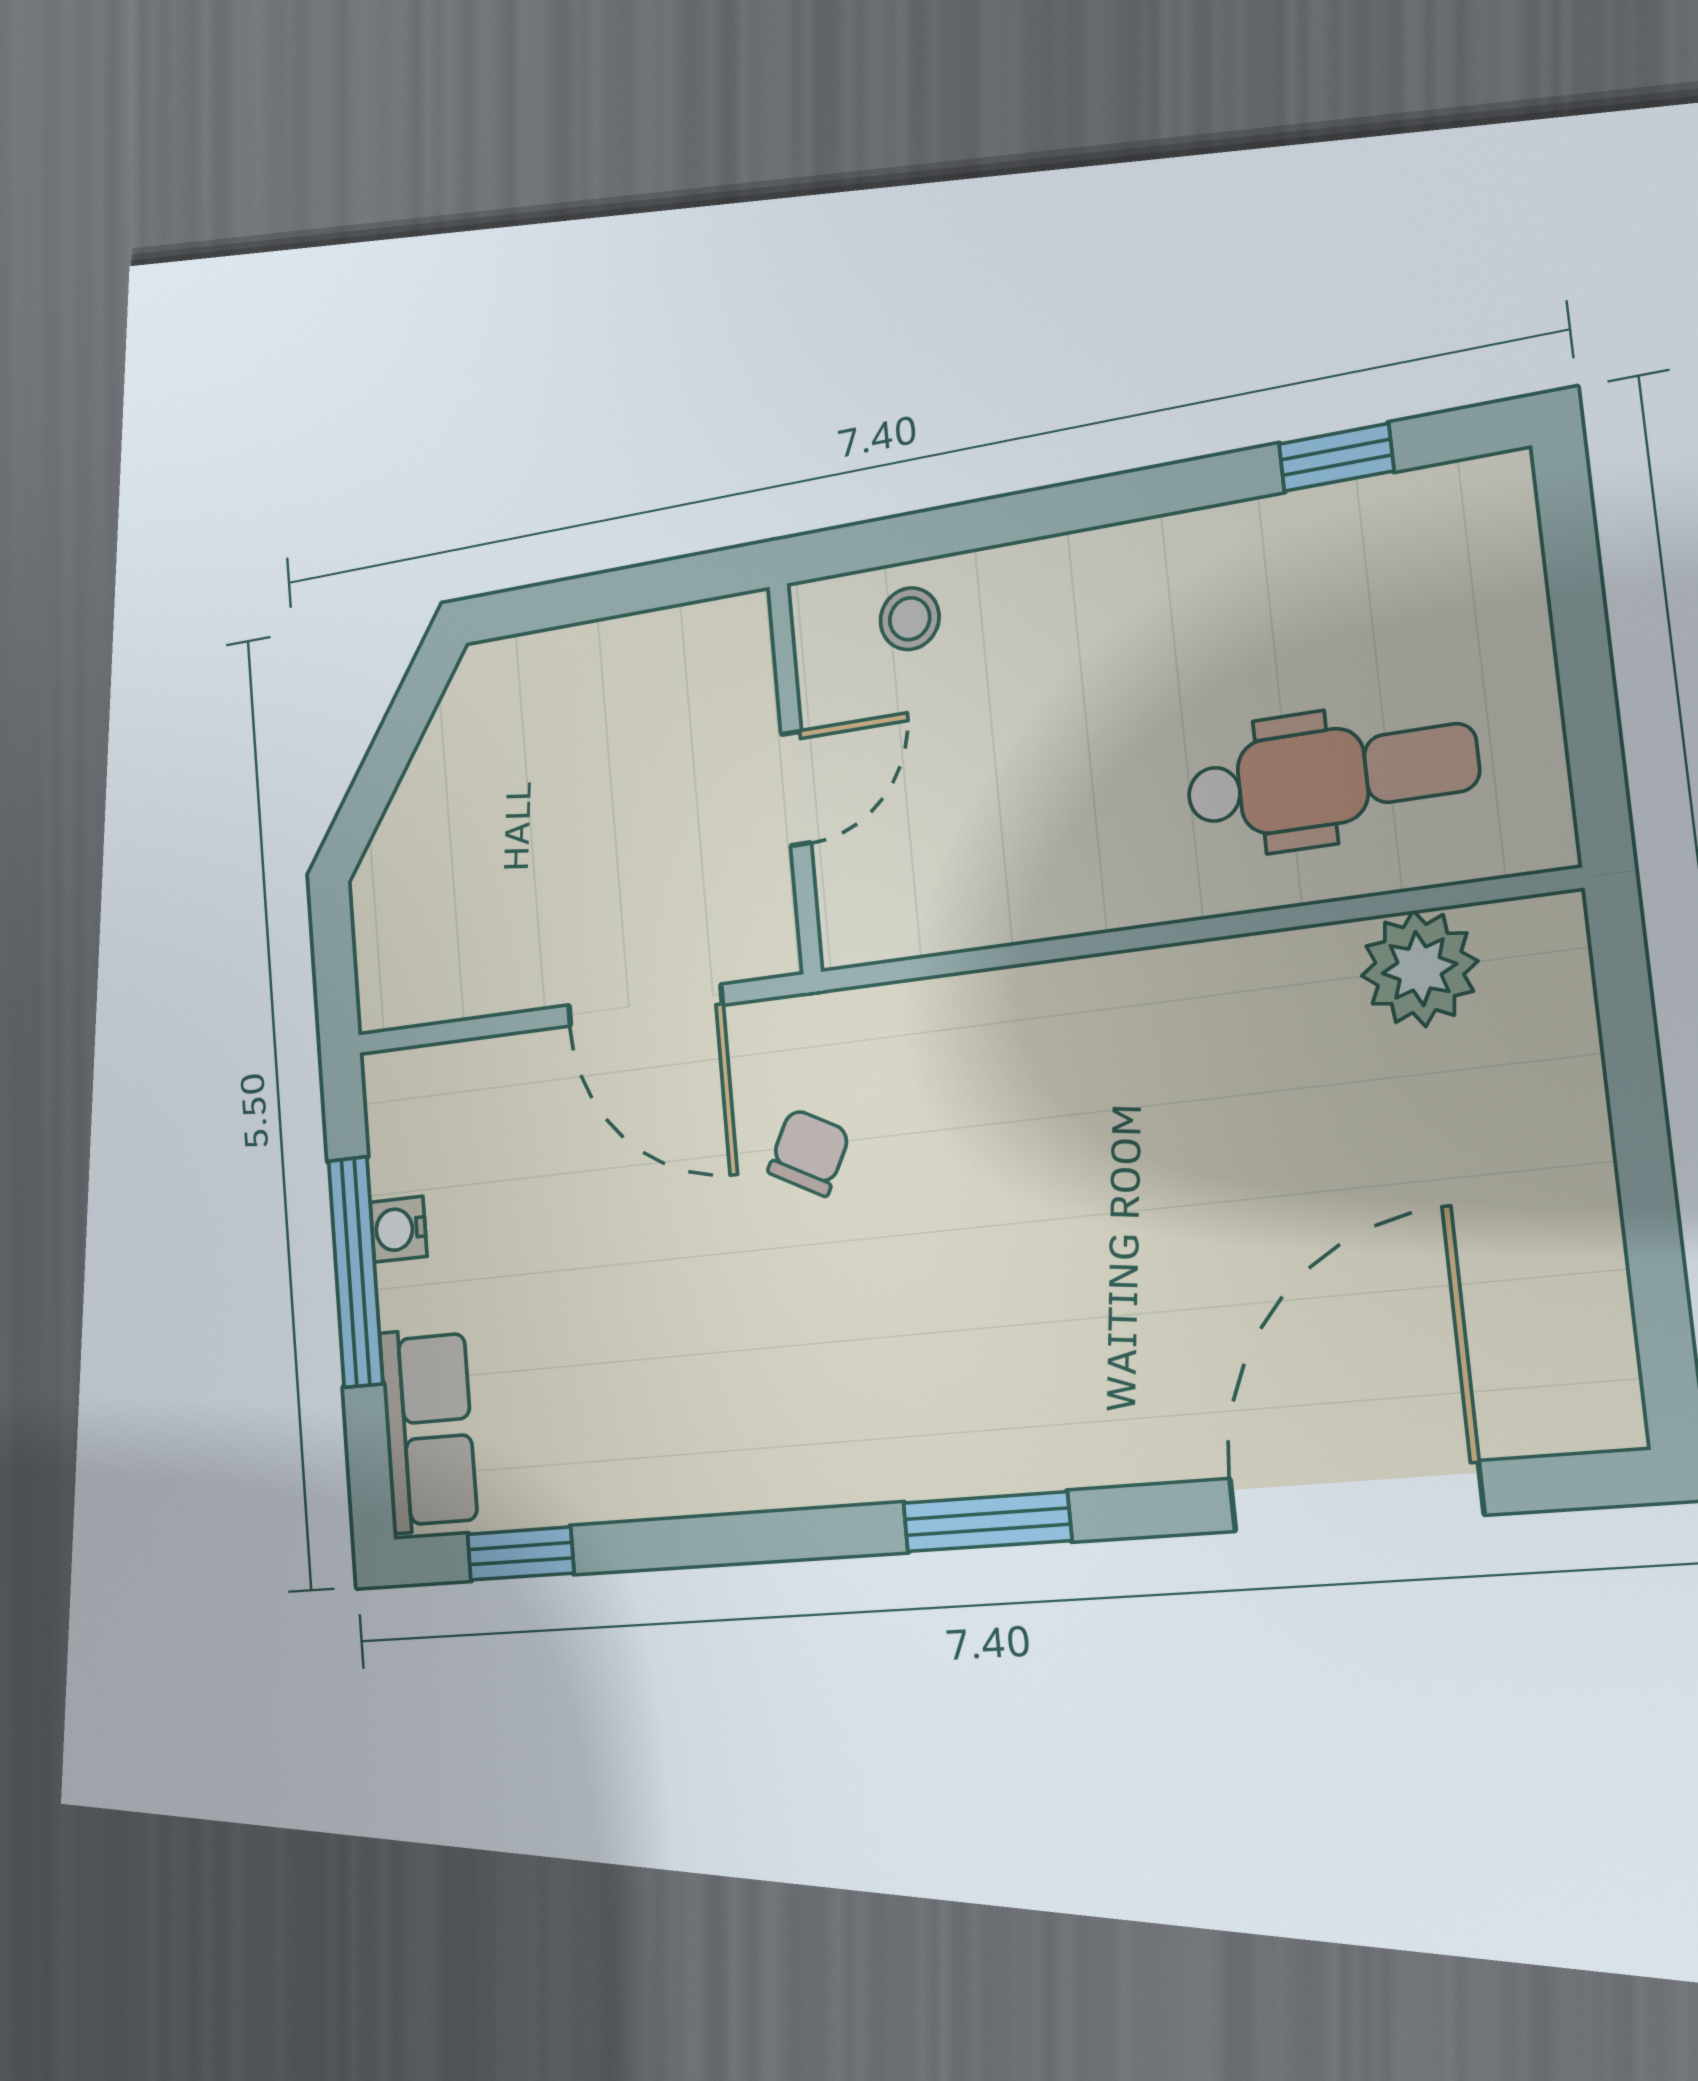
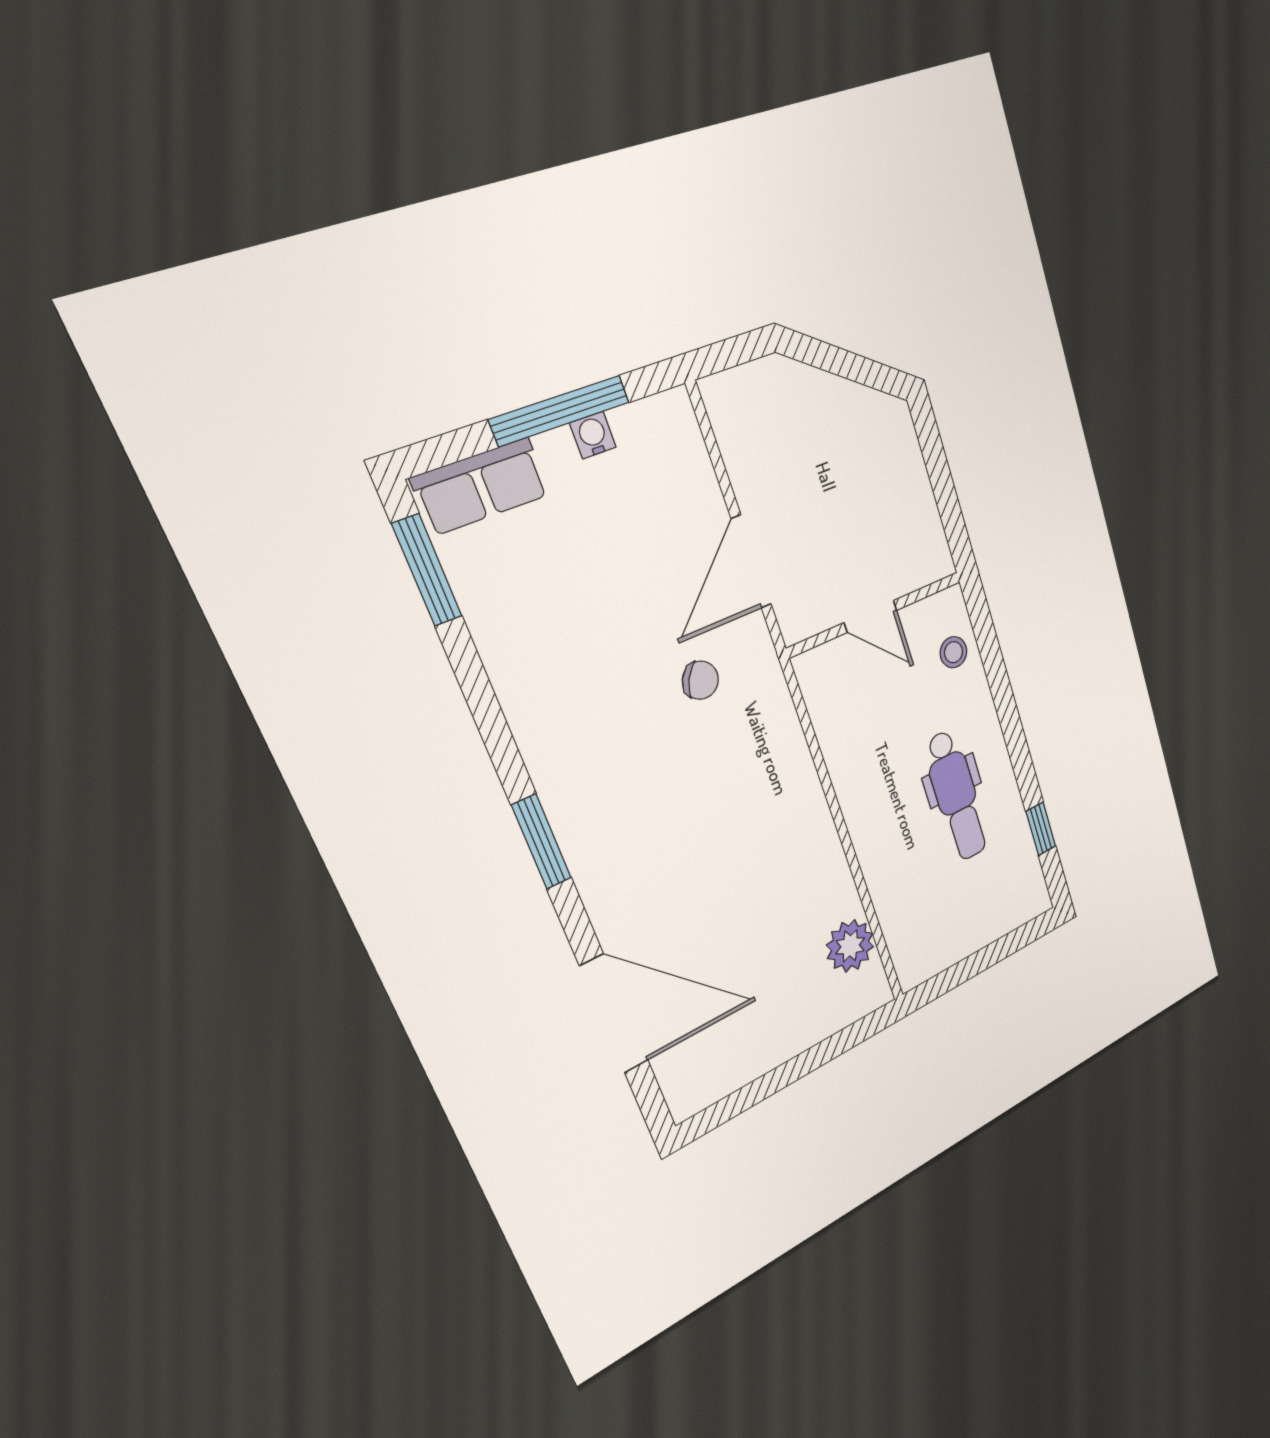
dental chair: (1331, 777) -> (956, 796), moved
window: (521, 1554) -> (427, 570), width x1.50

